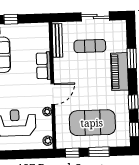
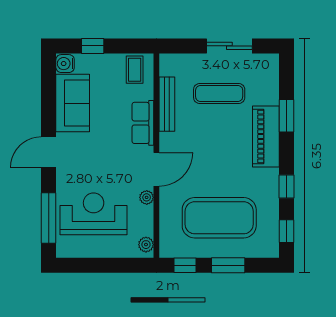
coffee table: (37, 33) -> (135, 70), added
bench: (57, 40) -> (167, 104), moved

